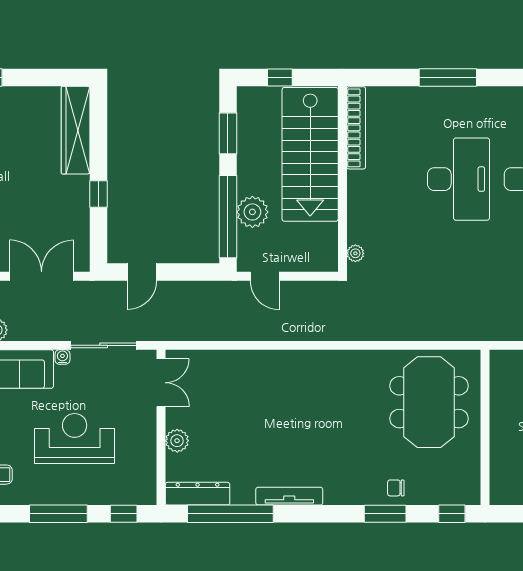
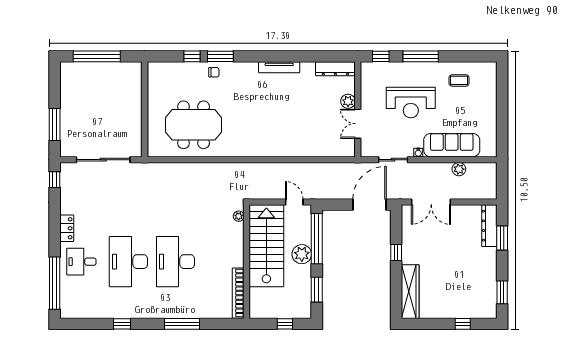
stairs: (310, 154) -> (266, 246), moved
plant: (252, 212) -> (302, 254), moved
door: (142, 272) -> (369, 205), width x1.88
sliding door: (104, 345) -> (393, 160), width x0.73
double door: (161, 383) -> (358, 124), moved
meeting table: (429, 402) -> (194, 125), turned 90
wall: (485, 427) -> (145, 109), moved
window: (230, 514) -> (315, 56), removed
window: (452, 514) -> (192, 56), moved

